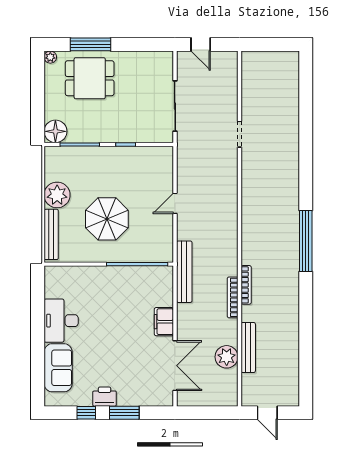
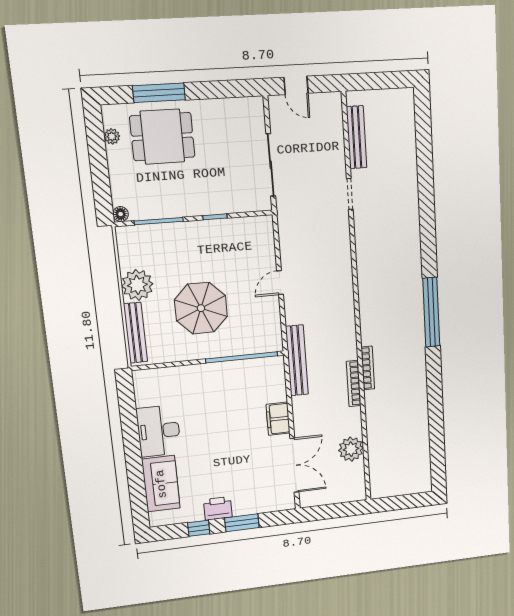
plant: (50, 57) -> (112, 136), moved
floor lamp: (55, 131) -> (121, 214), width x0.53, depth x0.53
bench: (248, 347) -> (357, 137), moved
door: (267, 413) -> (399, 503), removed

